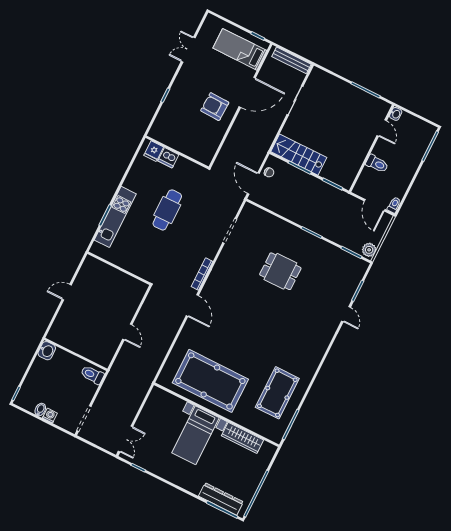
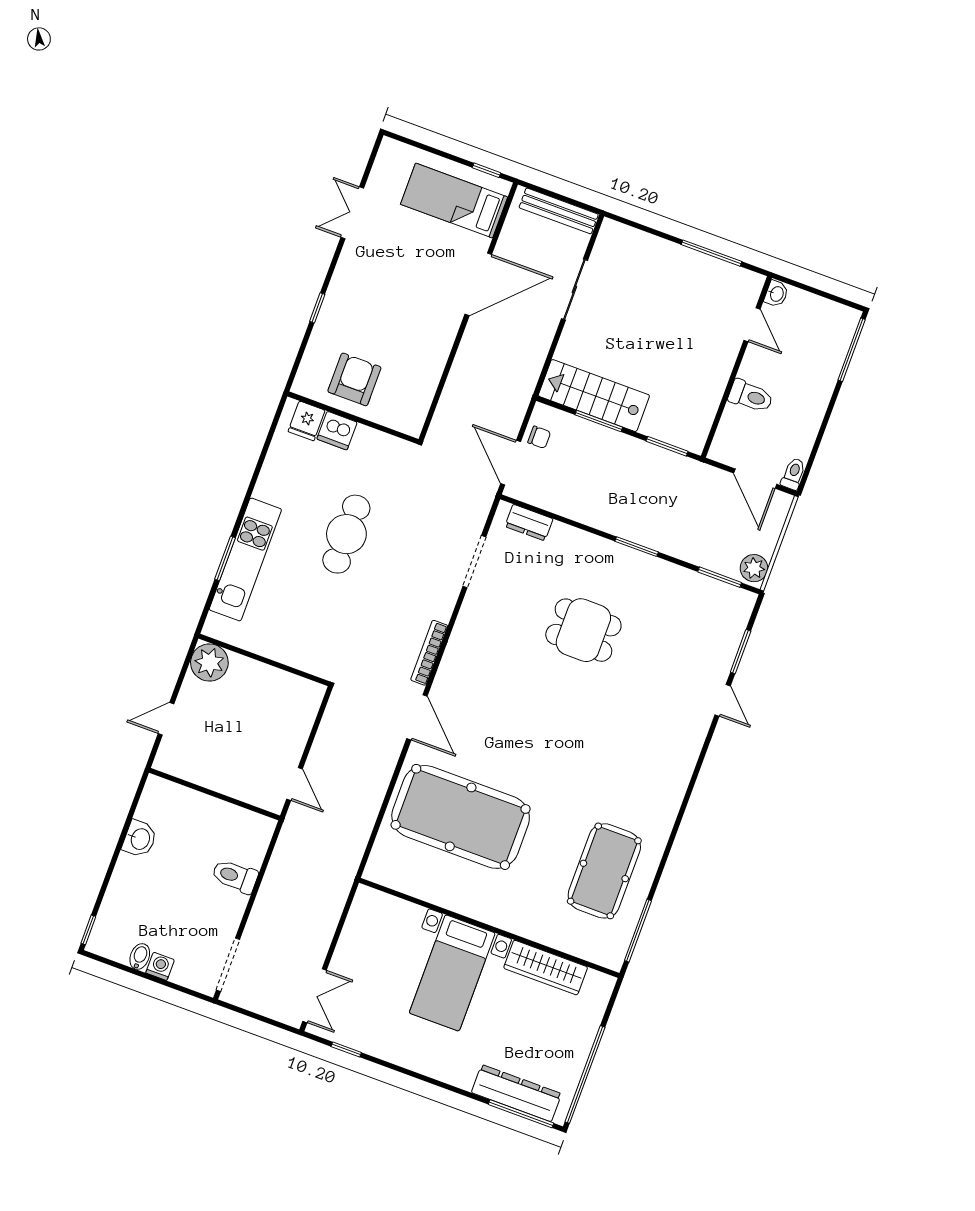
armchair: (215, 107) -> (354, 379), moved, turned 88
dresser: (259, 214) -> (529, 523), added
plant: (92, 266) -> (209, 663), added
wall: (76, 354) -> (215, 794), moved
pool table: (210, 381) -> (461, 817), moved

